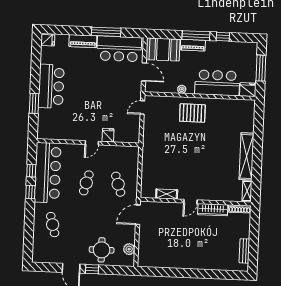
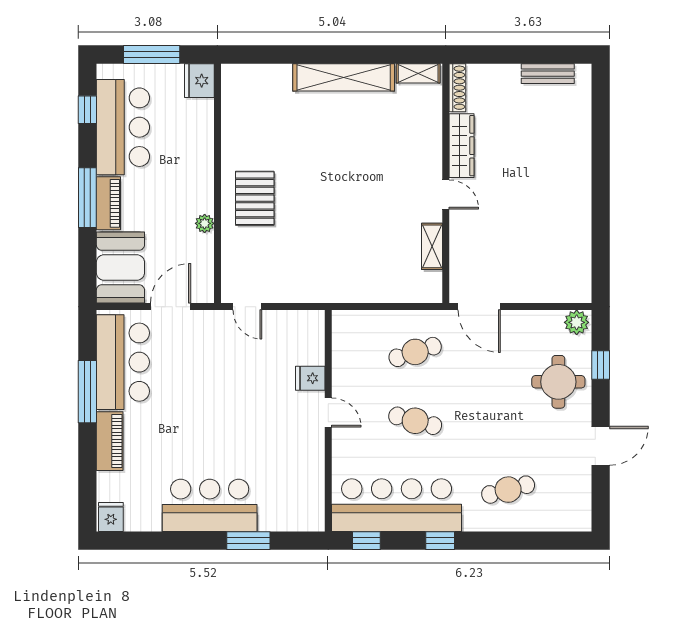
window: (223, 37) -> (87, 110), moved
bar counter: (217, 83) -> (123, 127), moved, turned 180
window: (31, 171) -> (366, 541), moved
plant: (129, 249) -> (577, 322), moved
window: (92, 269) -> (601, 365), moved

